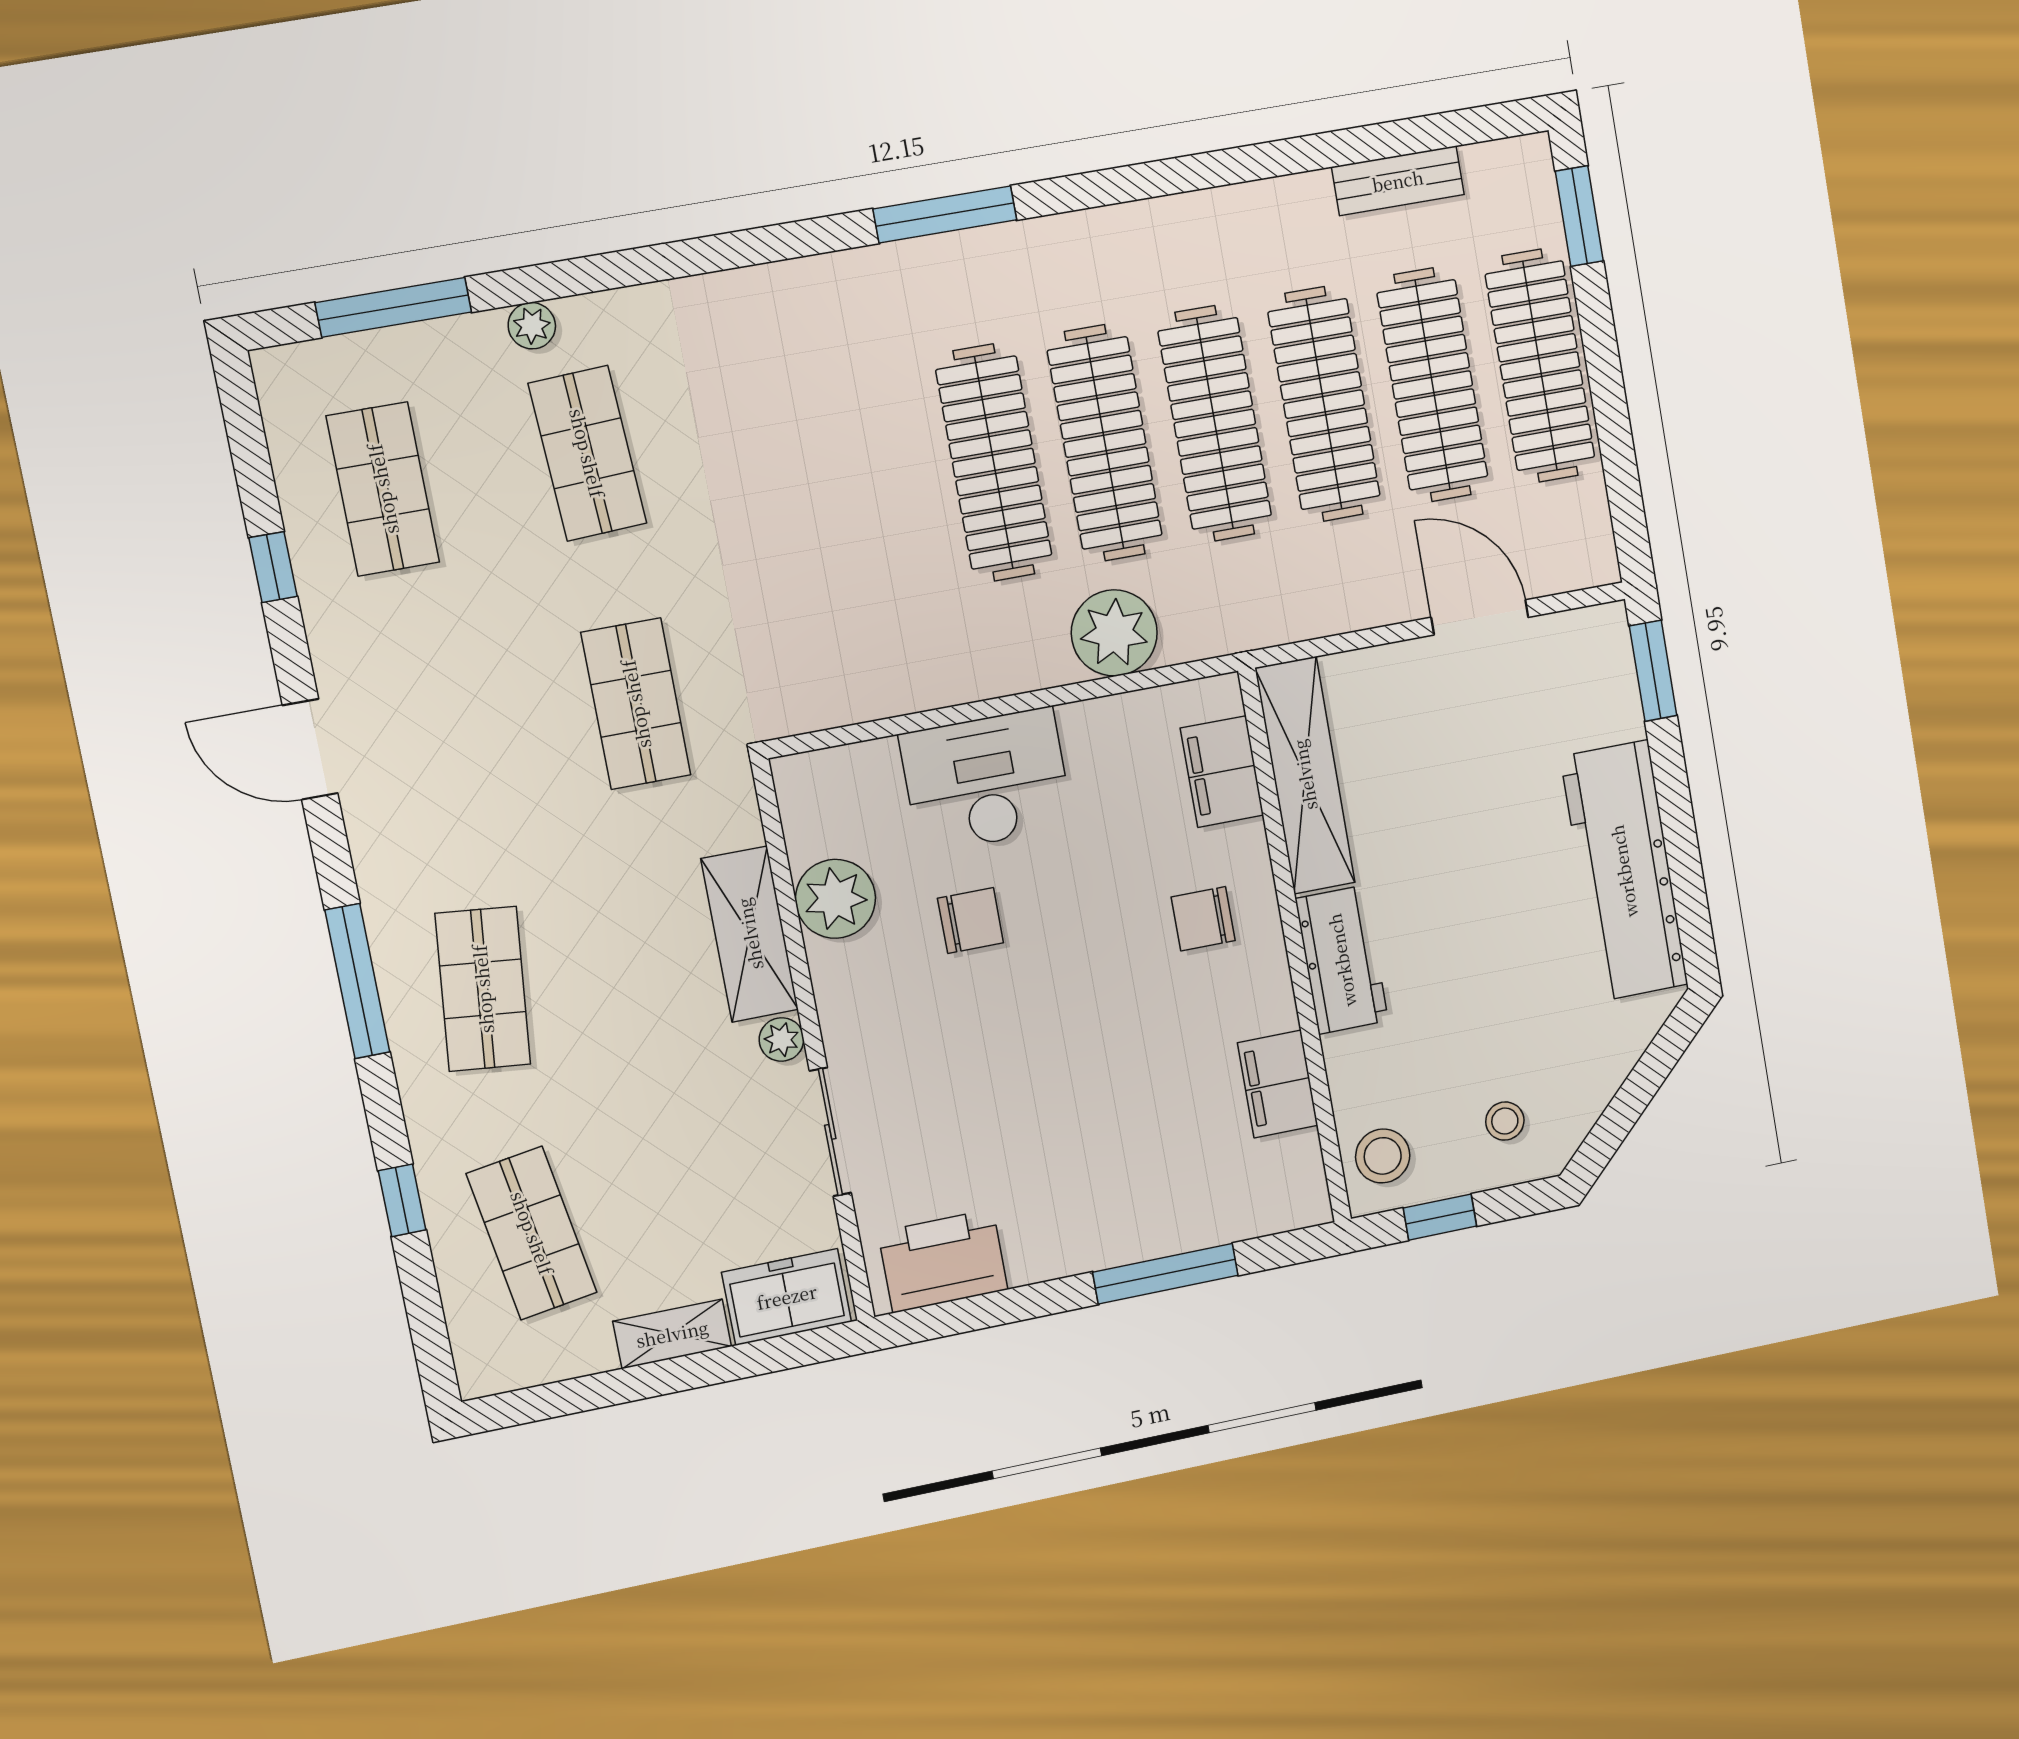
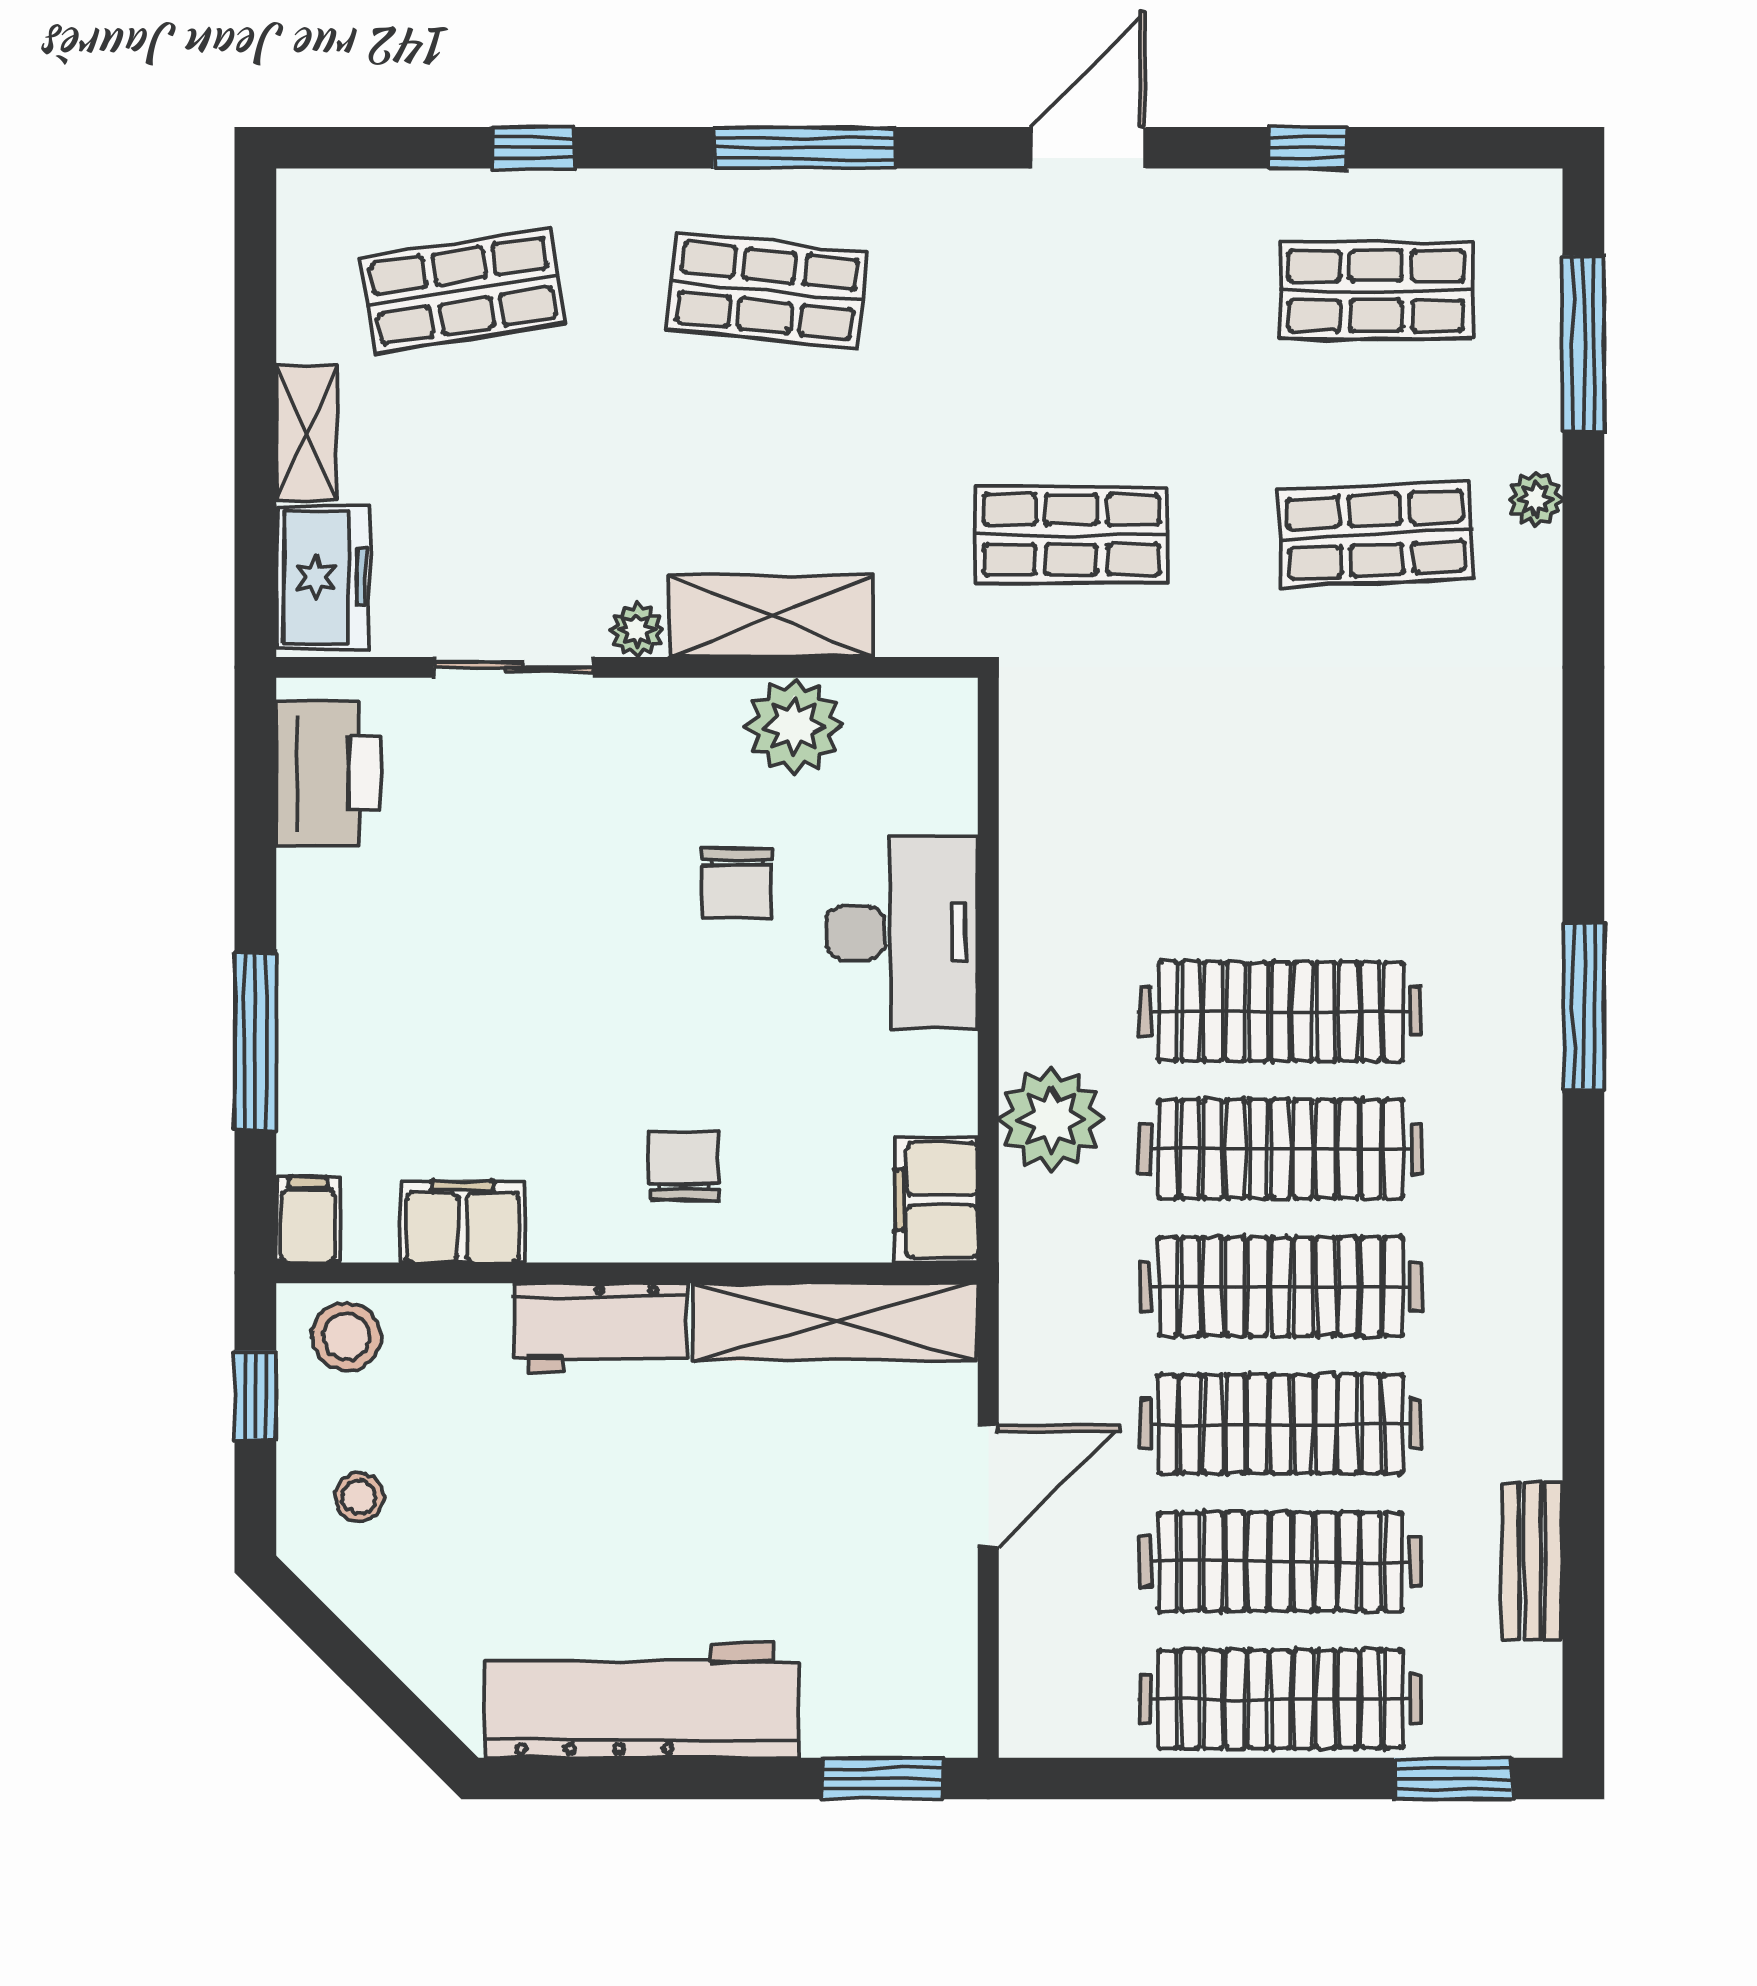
door: (1480, 617) -> (988, 1486), moved
filing cabinet: (1222, 772) -> (936, 1200), moved, turned -90
filing cabinet: (1297, 1204) -> (308, 1220), added

